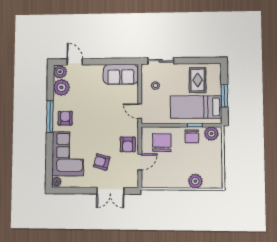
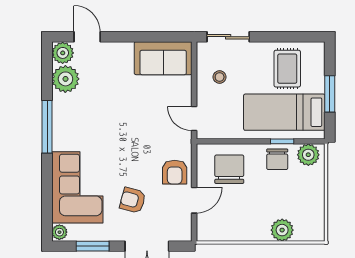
armchair: (65, 118) -> (72, 130), removed
window: (77, 191) -> (93, 246), added

